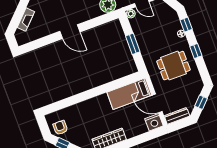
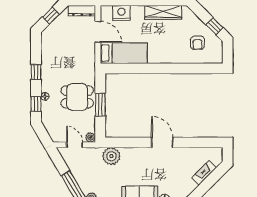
dining table: (174, 66) -> (77, 97), moved
nightstand: (154, 122) -> (121, 13), moved
armchair: (60, 128) -> (197, 43), moved

